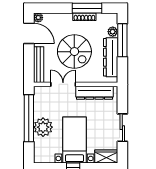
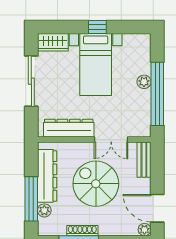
bench: (39, 65) -> (144, 160), width x0.73
plant: (43, 127) -> (144, 82), width x0.53, depth x0.53
sliding door: (122, 128) -> (31, 81), width x1.37

